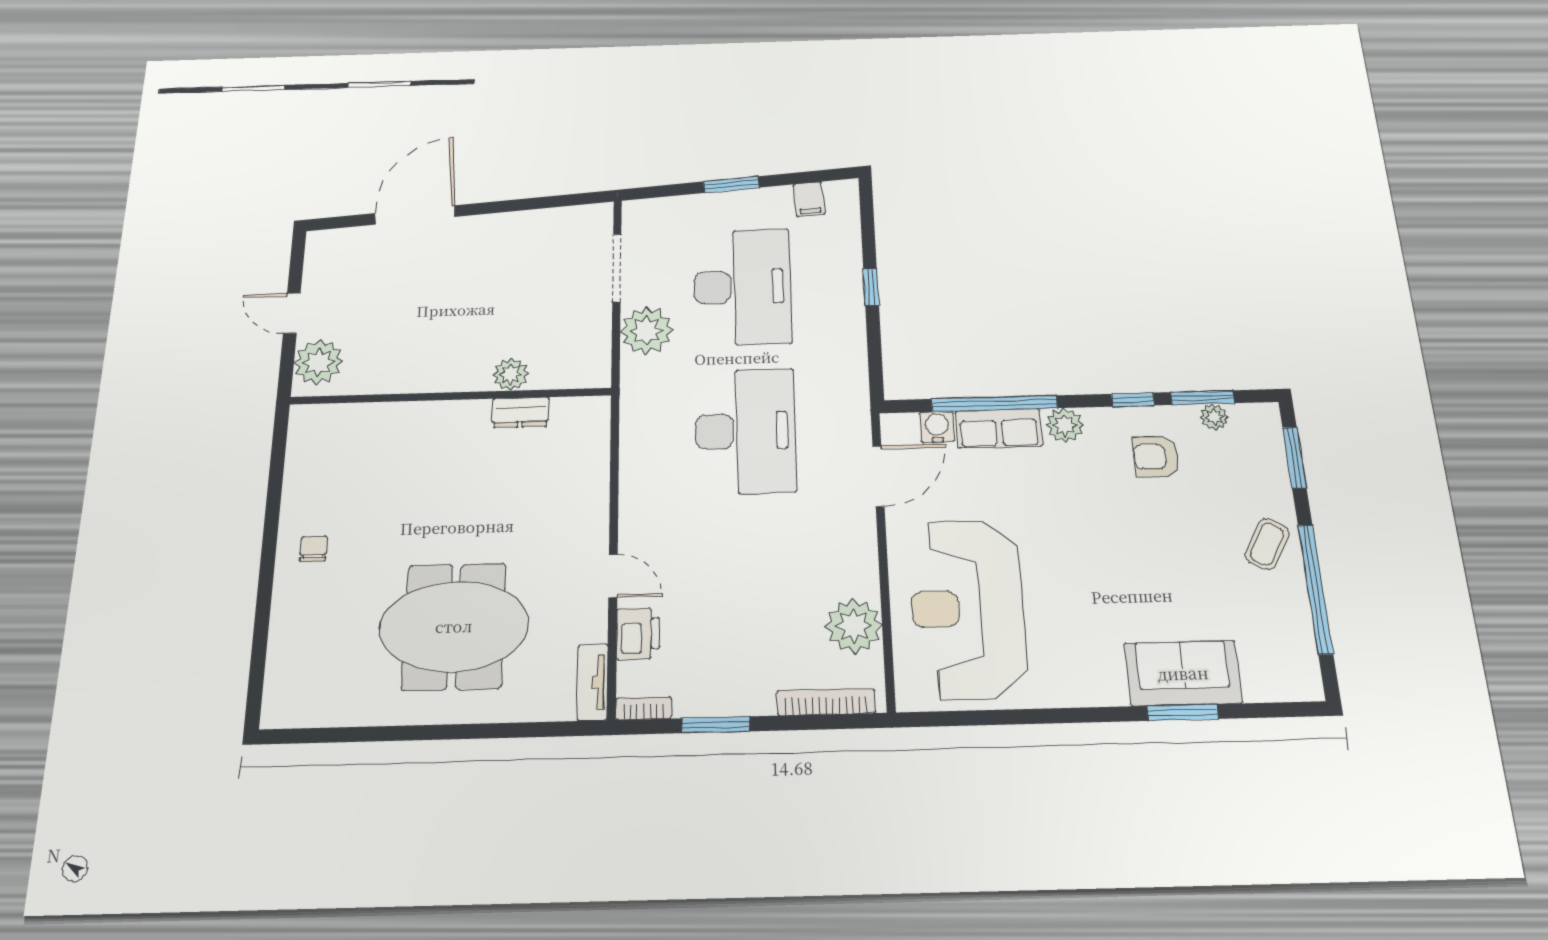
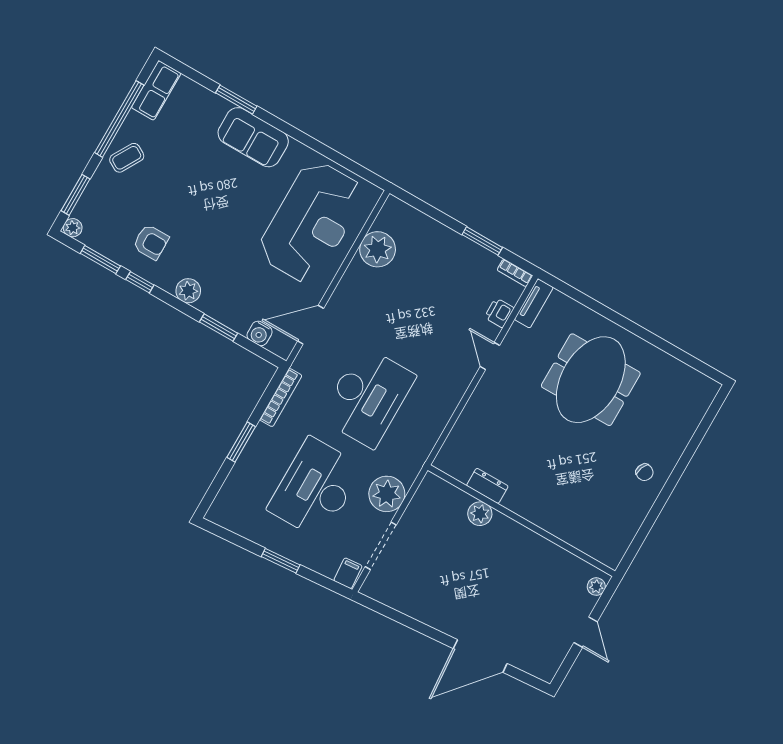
filing cabinet: (809, 199) -> (348, 573), moved
window: (871, 287) -> (241, 442), width x1.50
plant: (318, 362) -> (596, 587), width x0.53, depth x0.53
window: (994, 404) -> (219, 328), width x0.47
plant: (1214, 417) -> (73, 228), moved
row of seats: (999, 429) -> (156, 90), moved, turned 90
desk: (745, 431) -> (368, 397), turned 180
chair: (313, 549) -> (645, 472), turned -69
meeting table: (454, 626) -> (591, 380), turned 90
printer: (638, 634) -> (499, 313), width x0.73, depth x0.81
sofa: (1183, 673) -> (253, 137), moved
bookcase: (826, 702) -> (281, 398), moved, turned -90

